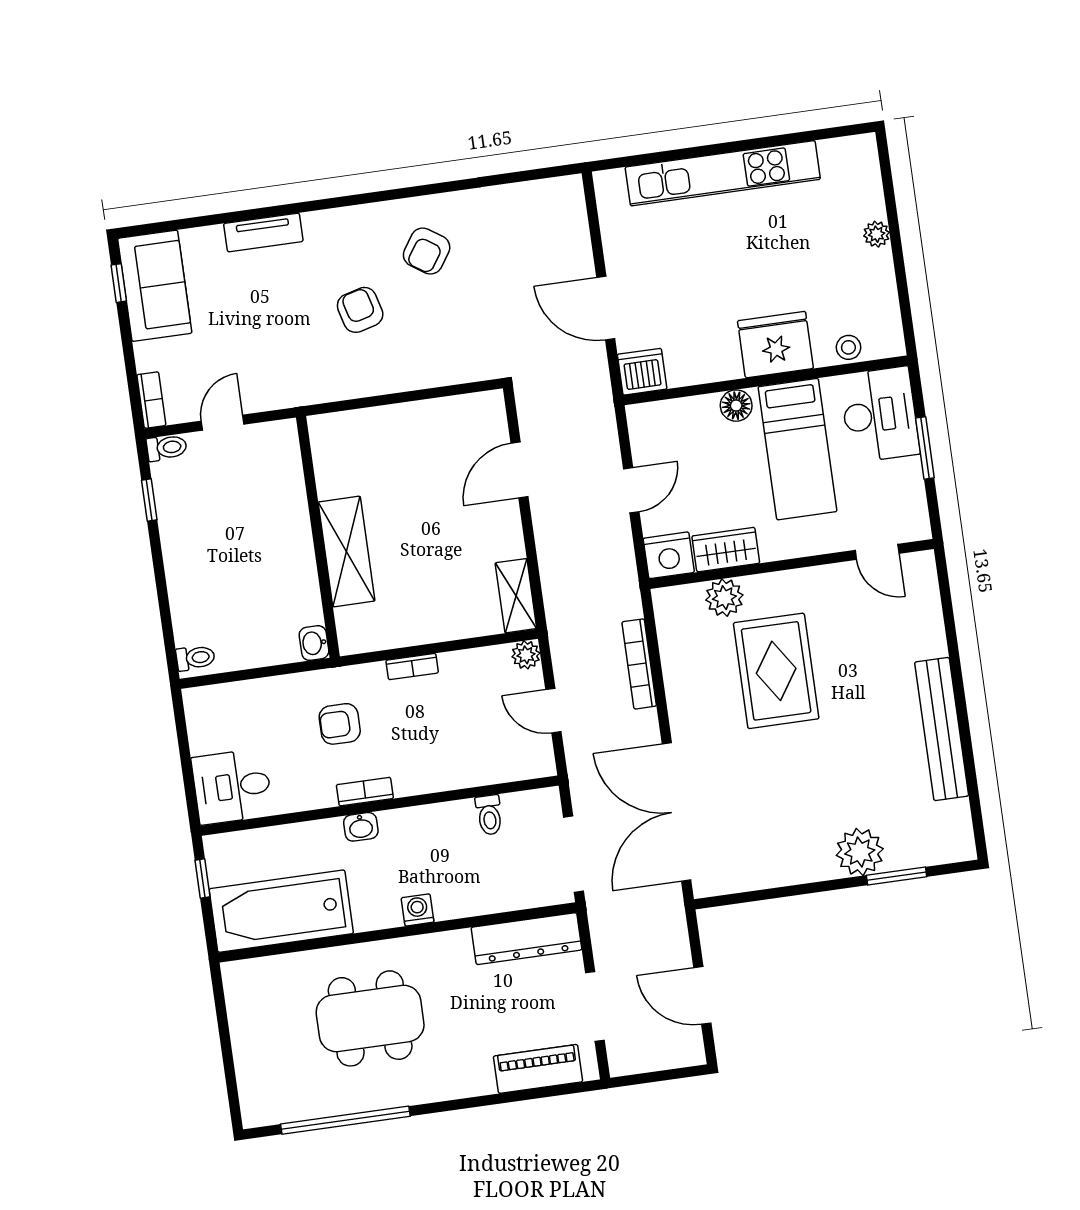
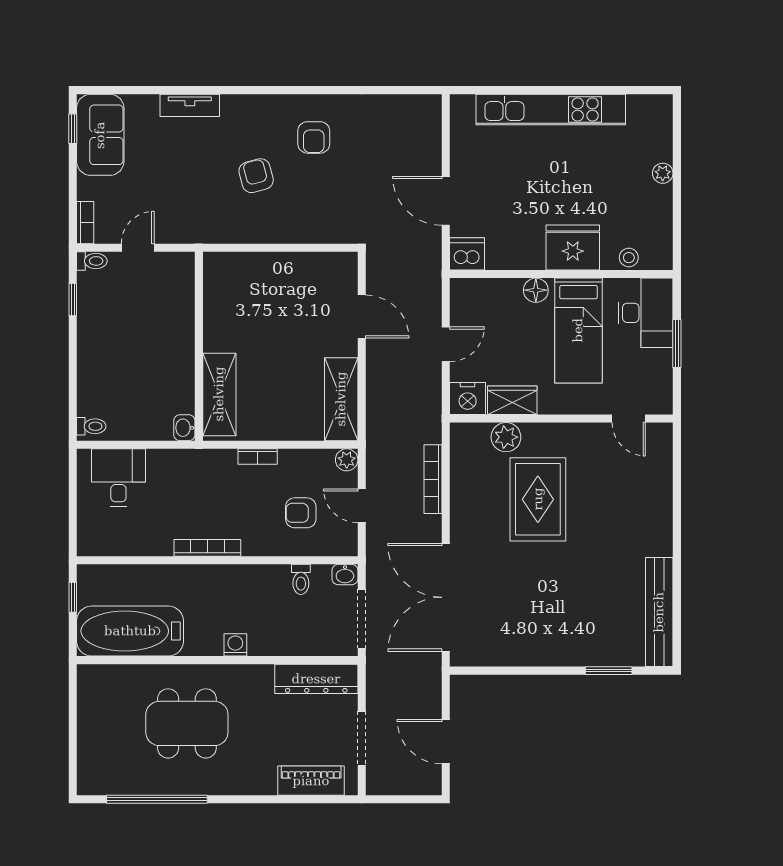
armchair: (427, 251) -> (314, 137), turned -34
door: (520, 470) -> (362, 316), swing flipped
shelving: (346, 551) -> (219, 394), moved
shelving: (516, 596) -> (341, 399), width x1.50, depth x1.33
armchair: (340, 724) -> (301, 513), moved
bench: (942, 729) -> (659, 612), moved
desk: (232, 787) -> (118, 478), moved, turned 90
bookcase: (365, 792) -> (207, 548), width x1.56
washbasin: (361, 827) -> (345, 575), moved
plant: (860, 852) -> (583, 648), removed

